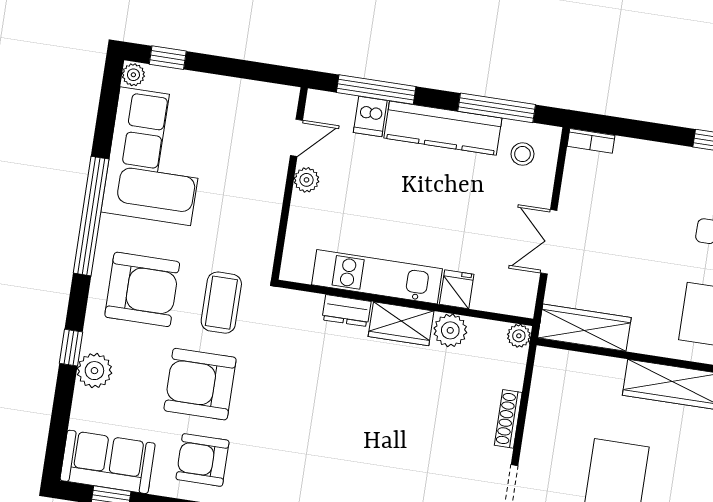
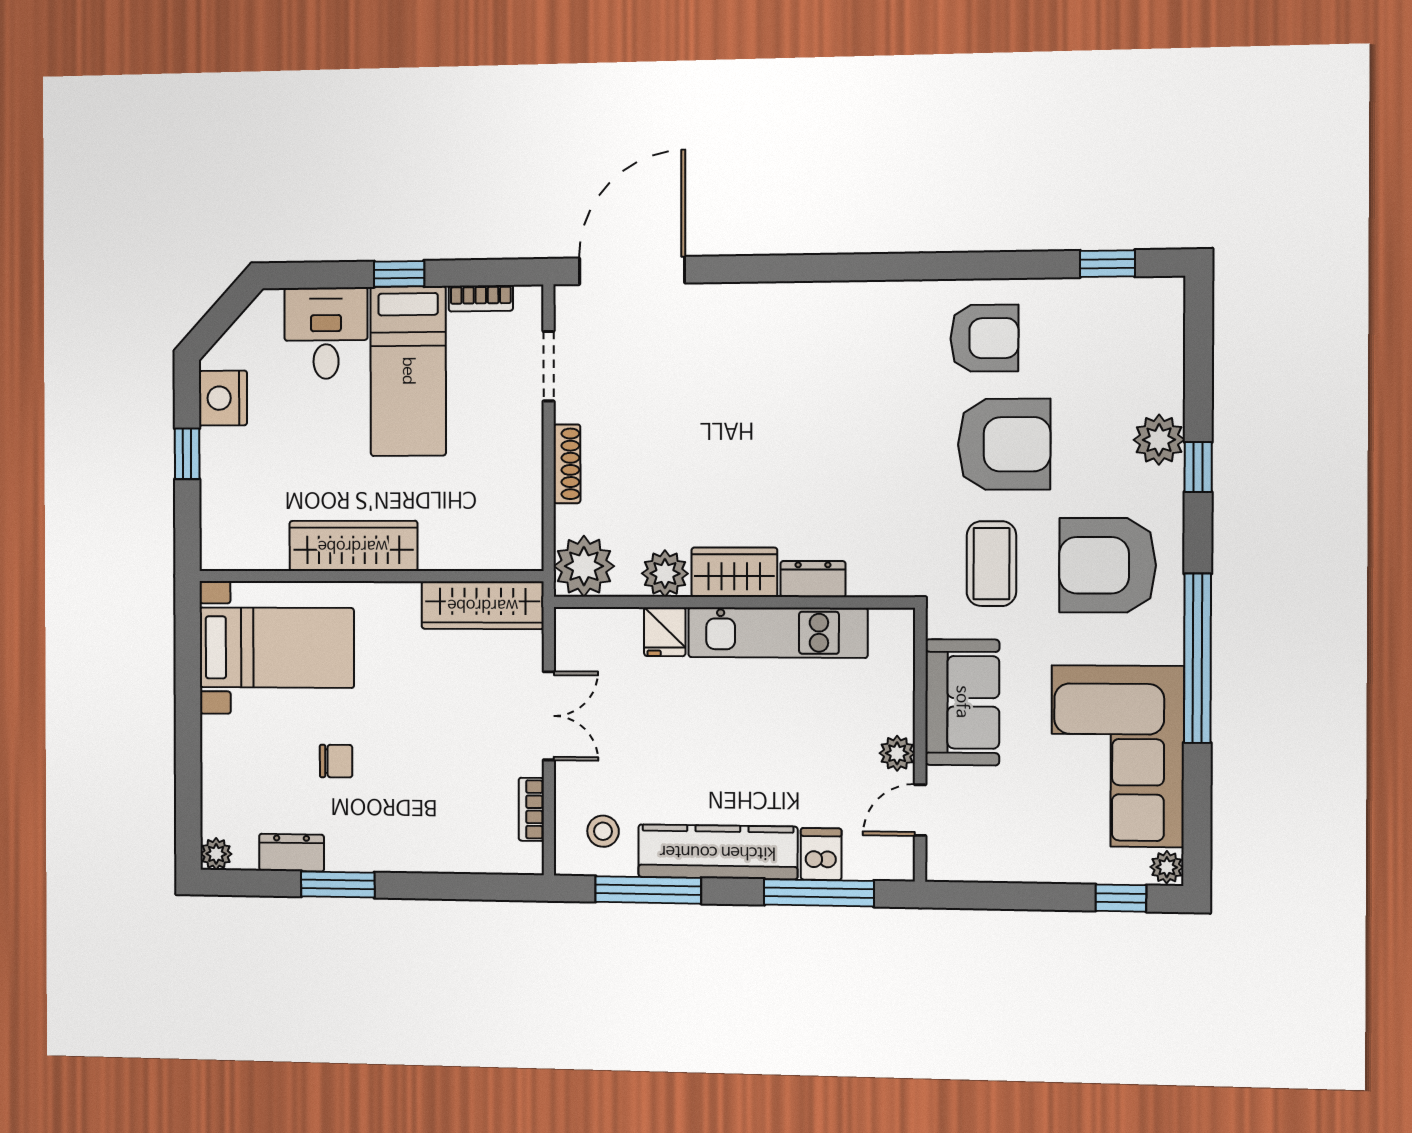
bookcase: (591, 141) -> (531, 809), moved, turned -90
plant: (519, 336) -> (584, 566), width x1.88, depth x1.88
sofa: (108, 462) -> (962, 702), moved, turned -90

